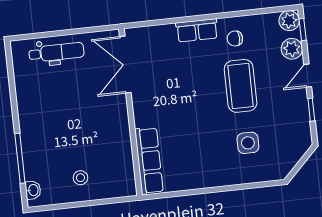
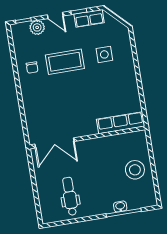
plant: (289, 21) -> (18, 30), removed
row of seats: (197, 30) -> (89, 18), moved, turned 90
dental chair: (56, 52) -> (70, 196), moved
stool: (81, 178) -> (135, 170), width x1.89, depth x1.89
washbasin: (33, 190) -> (120, 207), moved

